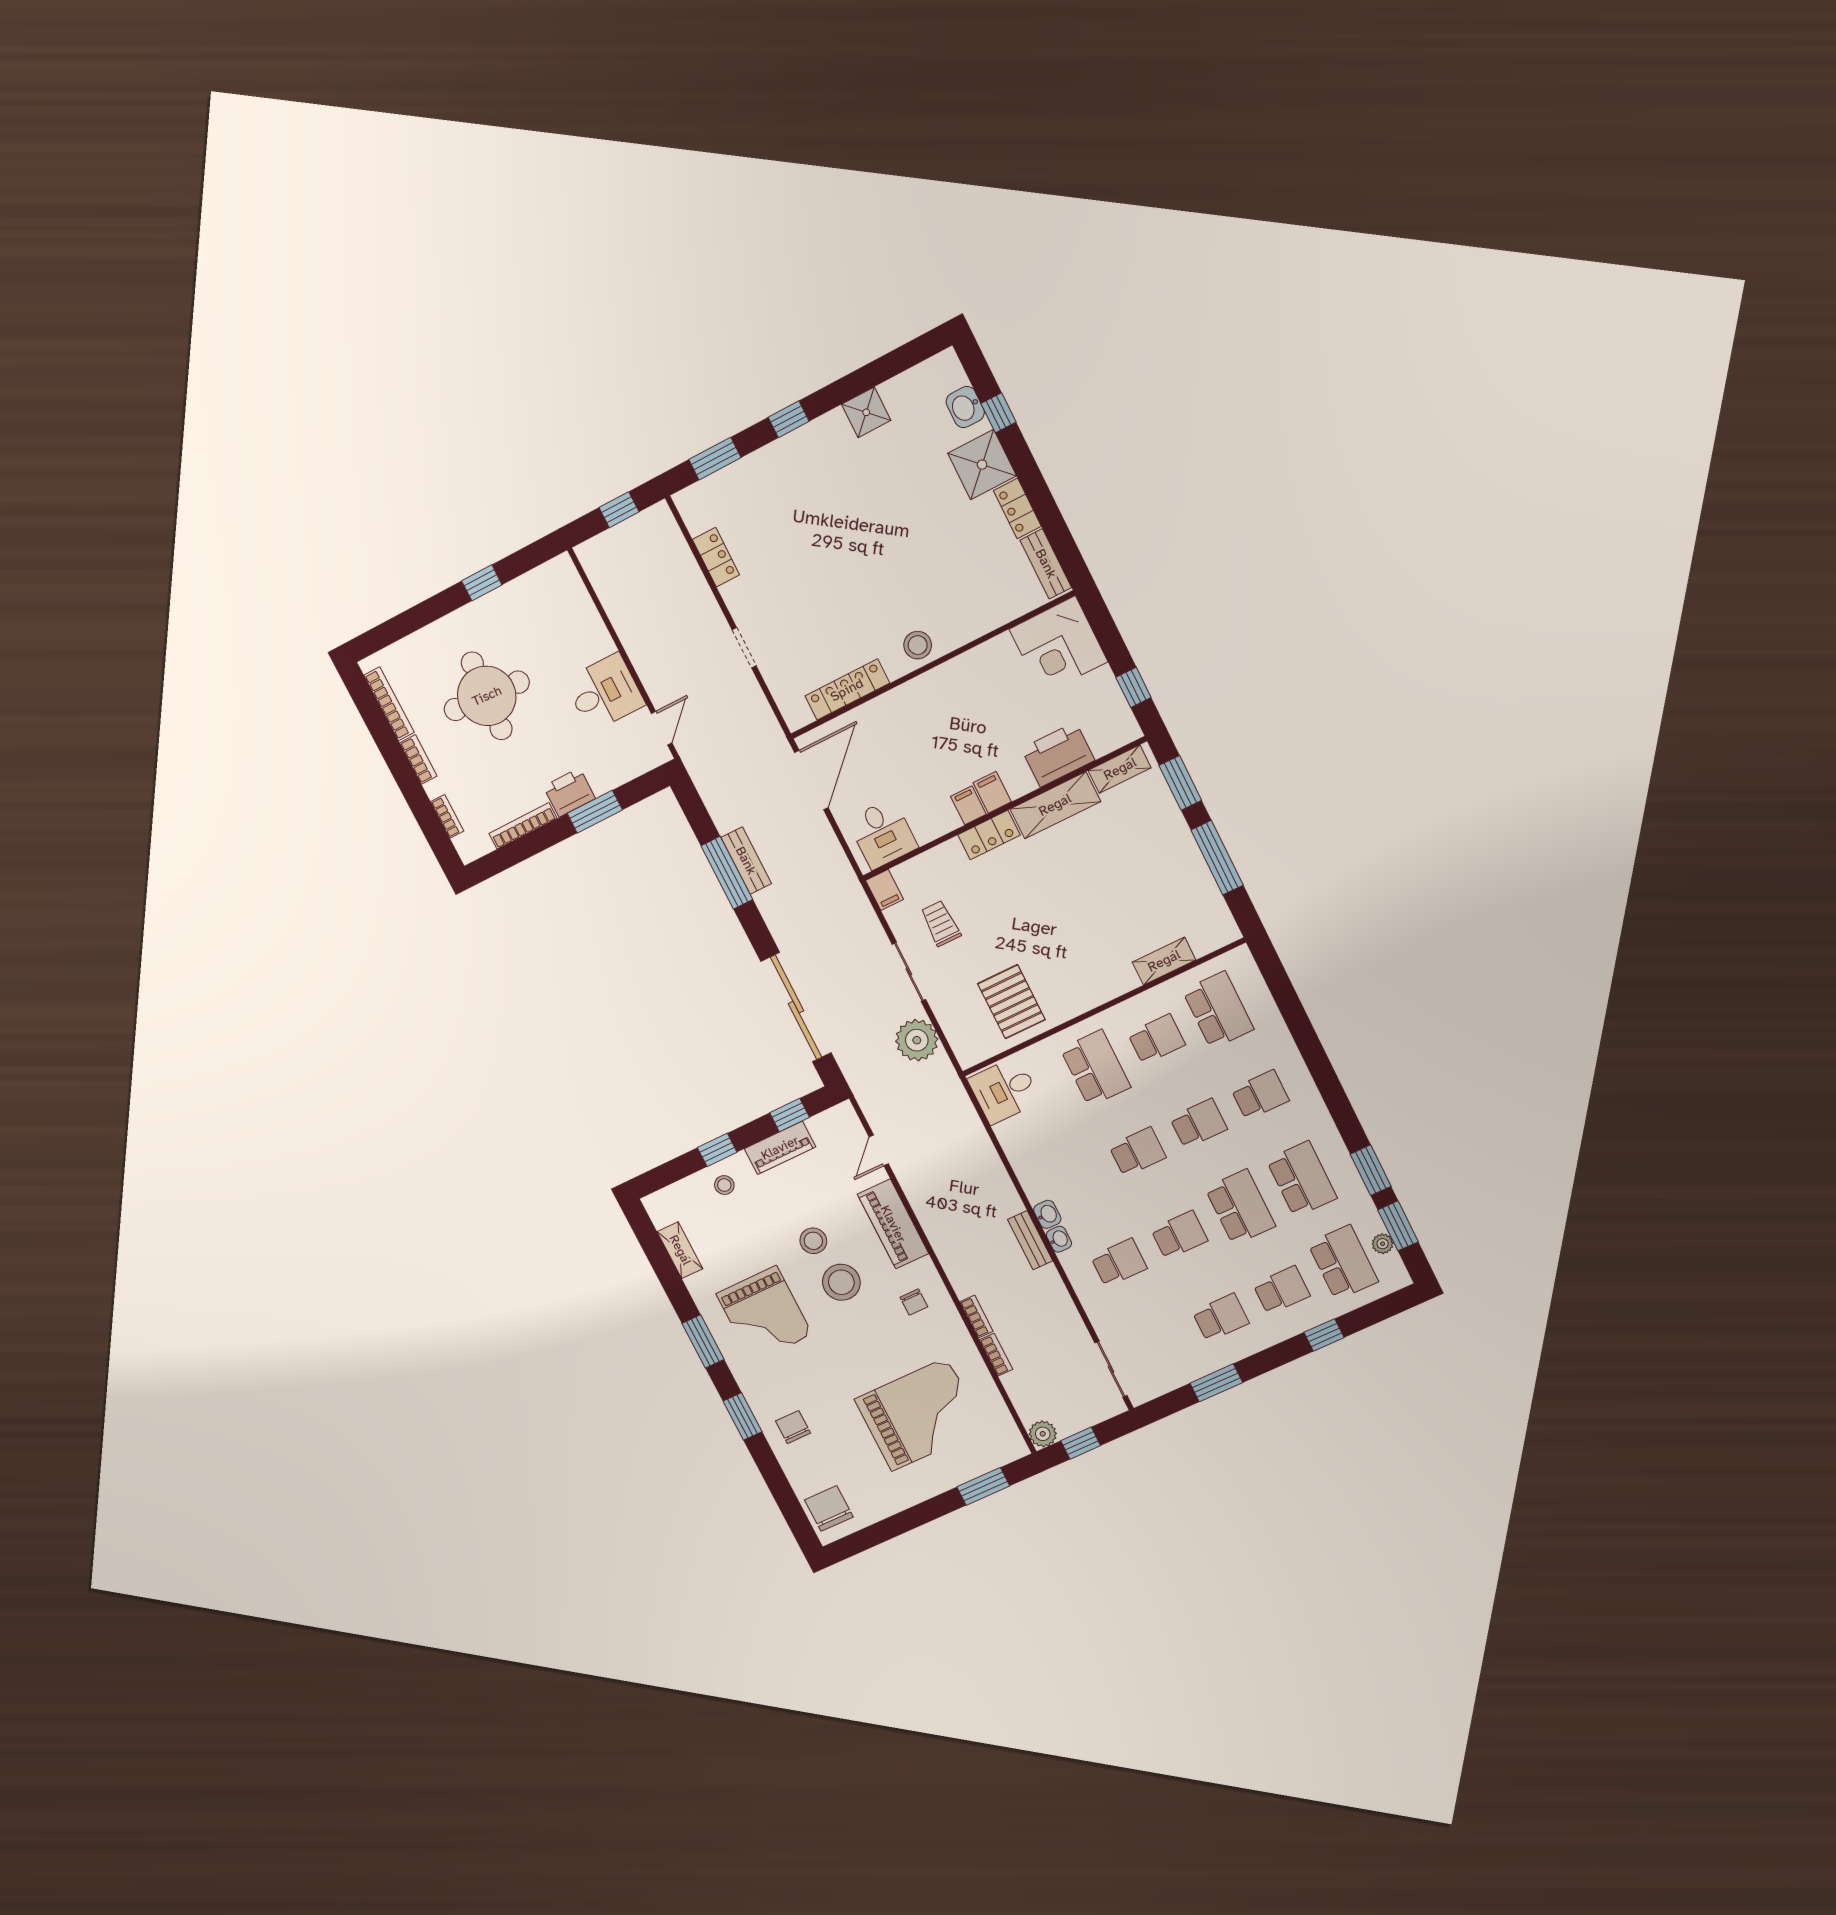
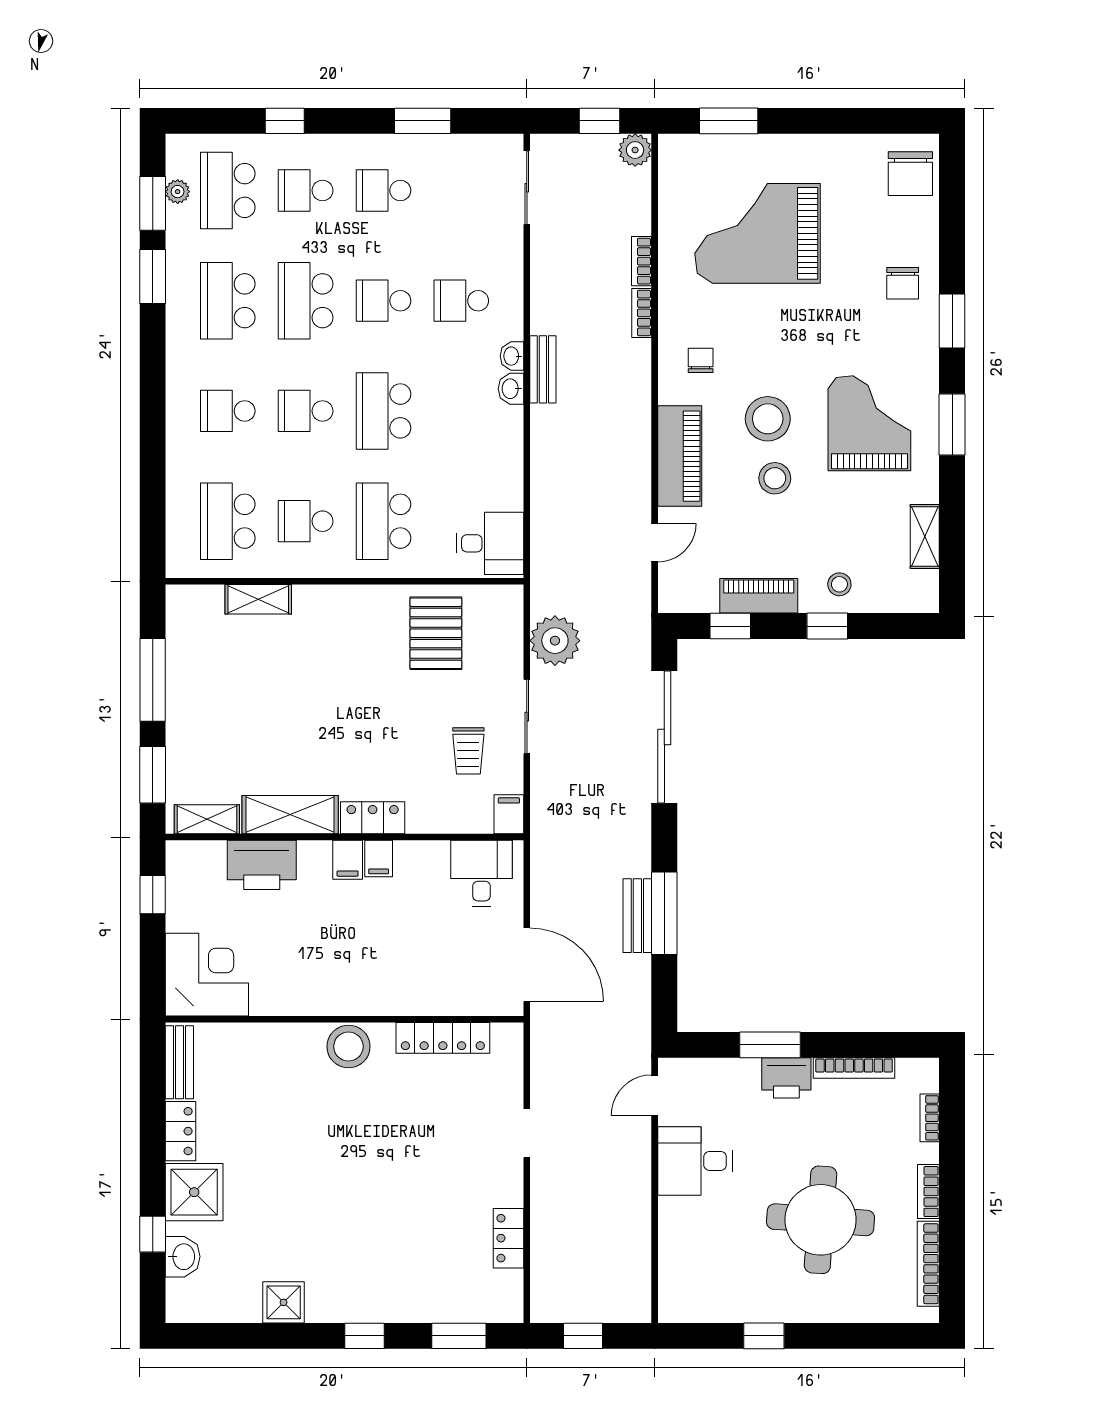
stool: (918, 645) -> (348, 1047), width x1.38, depth x1.38
door: (811, 780) -> (527, 965), swing flipped
school desk: (1138, 1152) -> (383, 411), width x1.85

